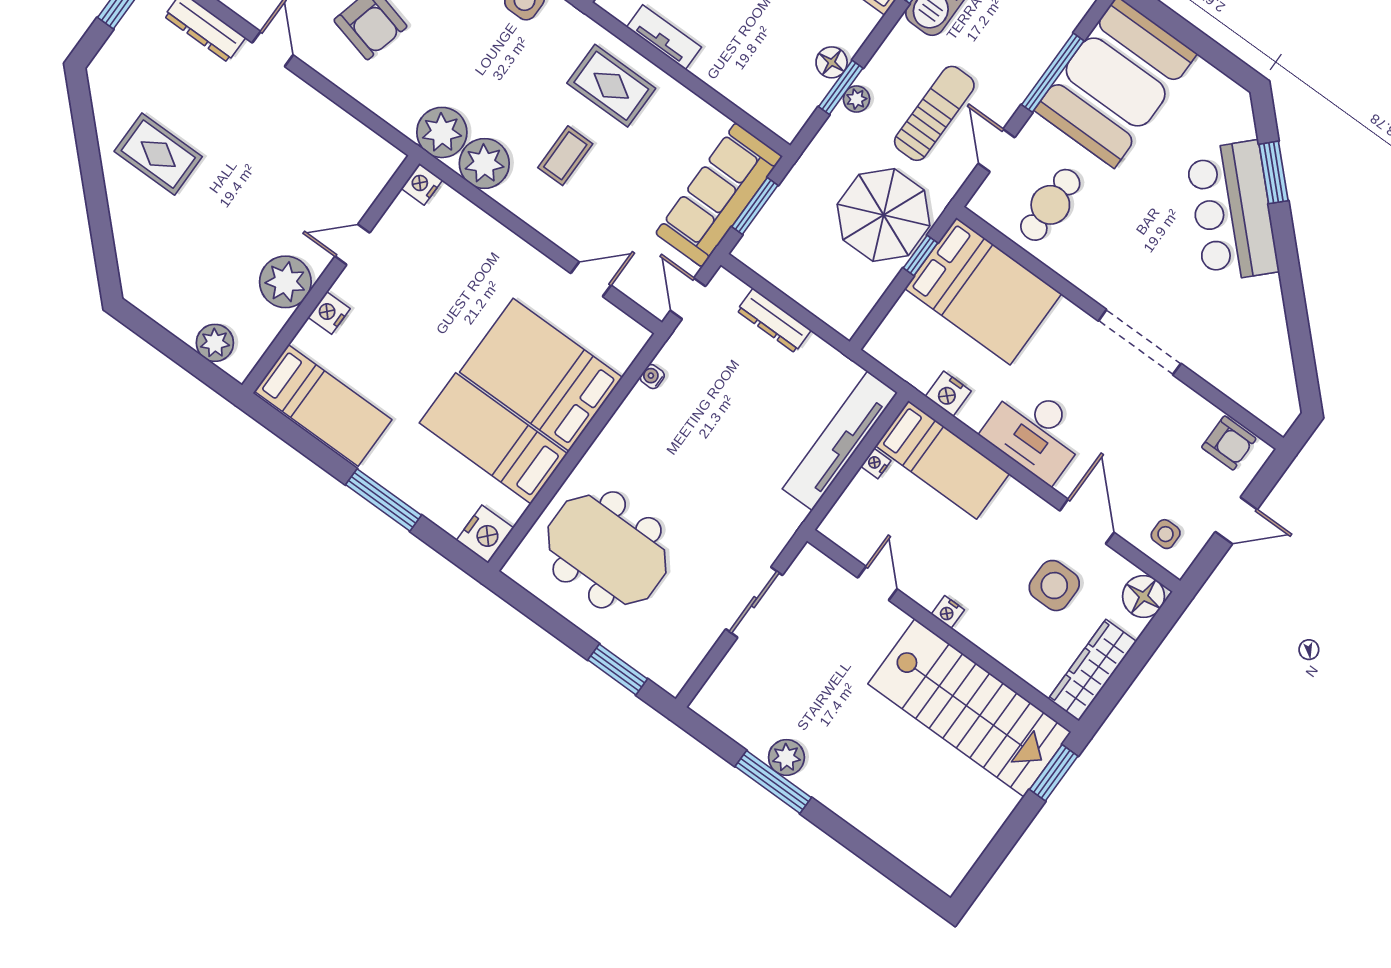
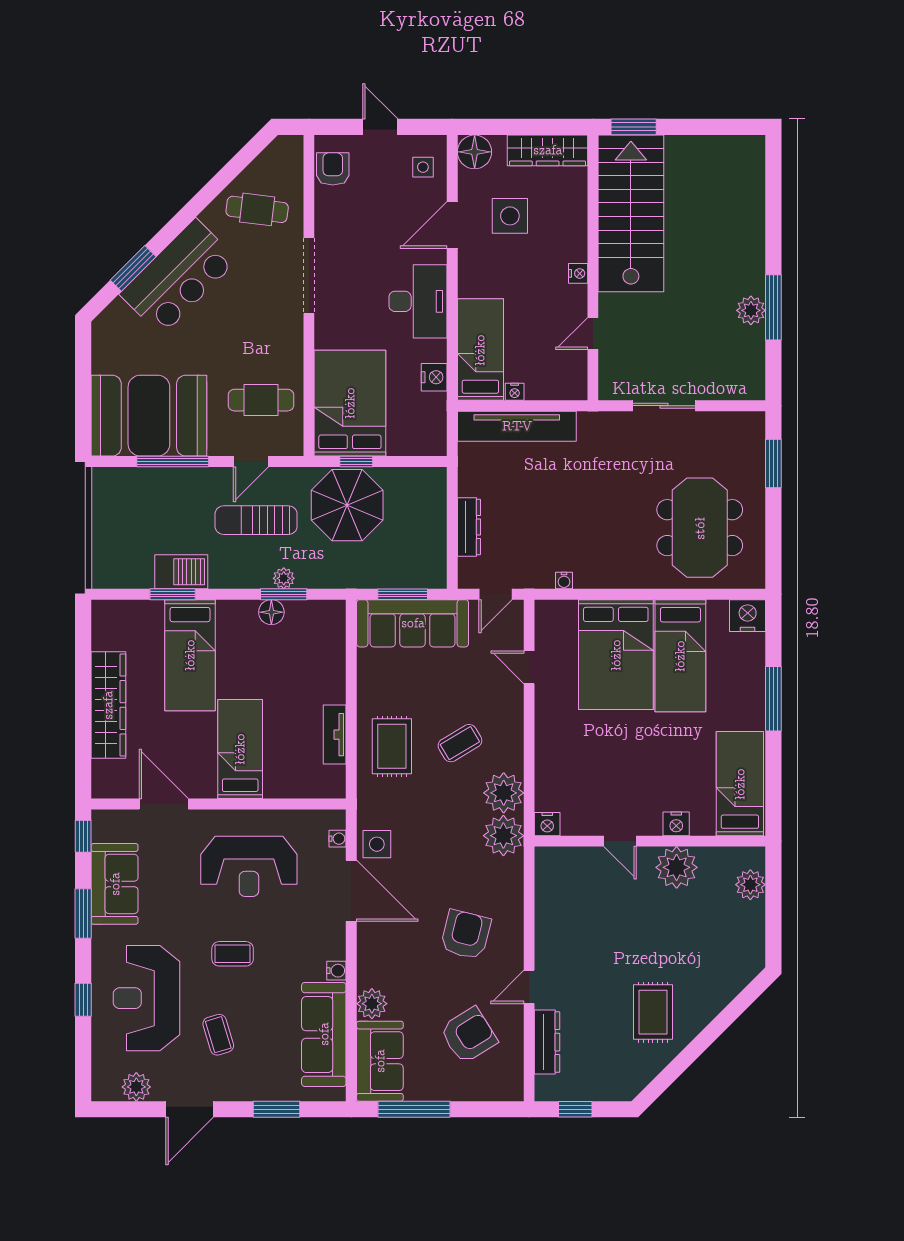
coffee table: (565, 156) -> (460, 743), turned -31
cafe table: (1243, 338) -> (257, 209), added

